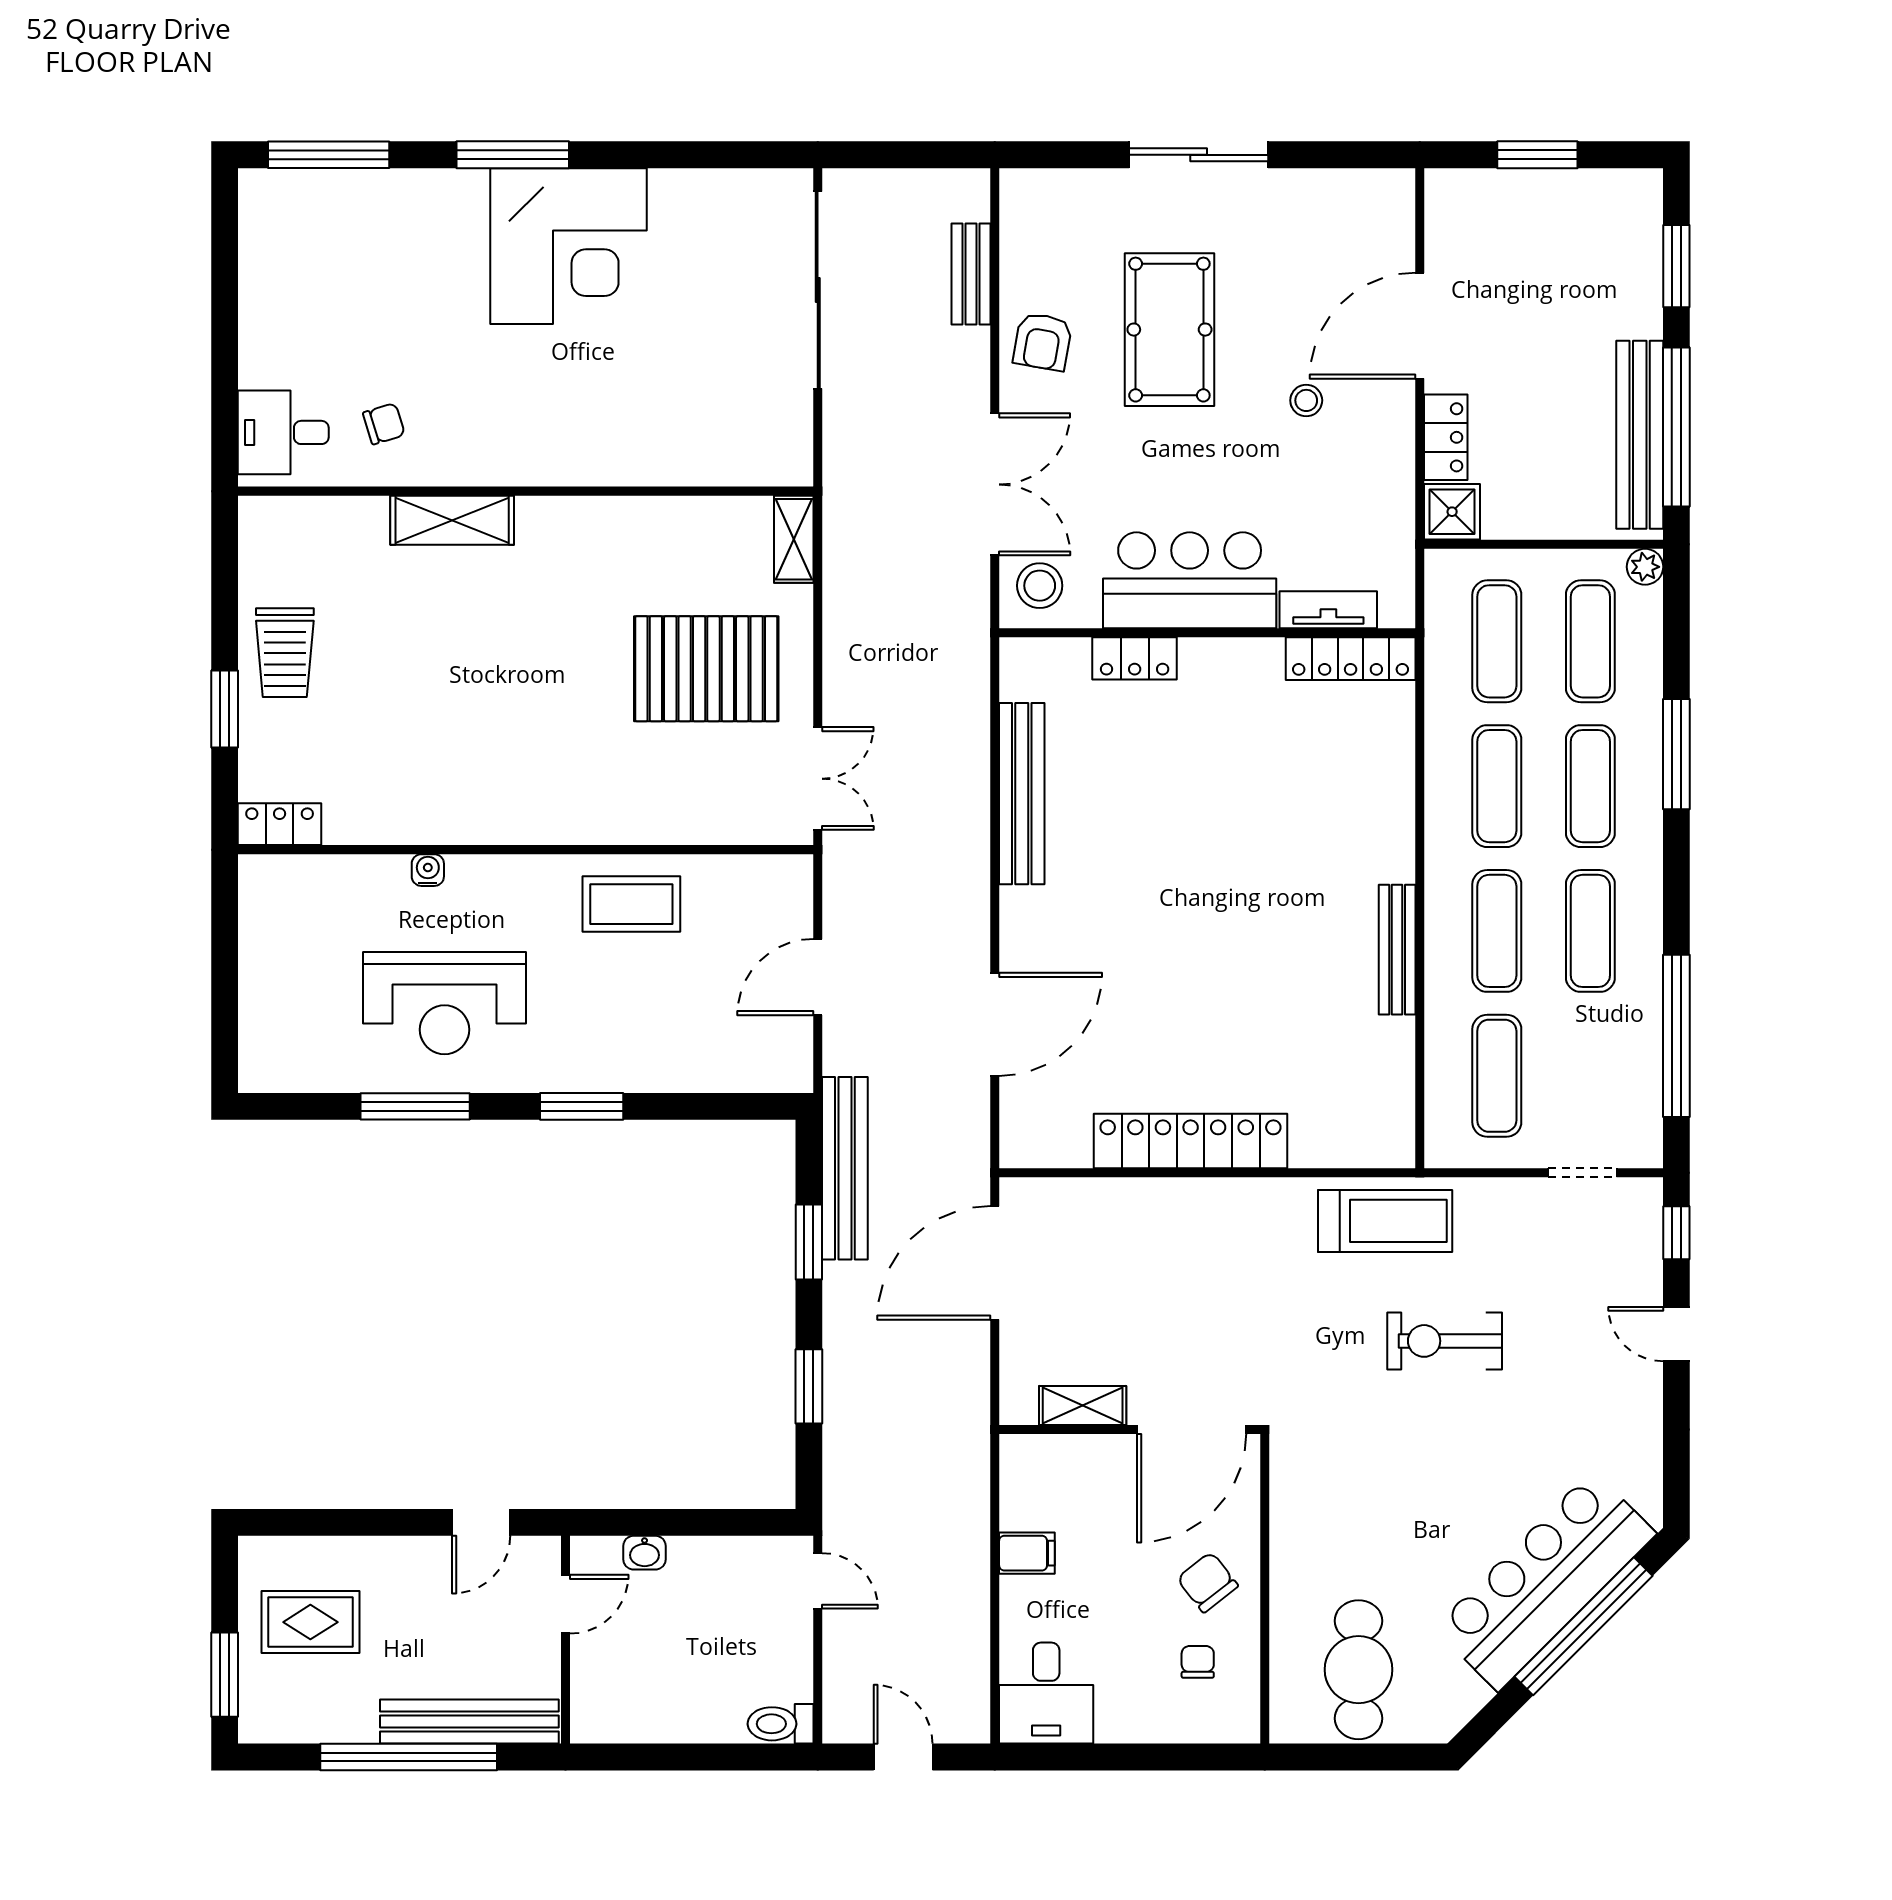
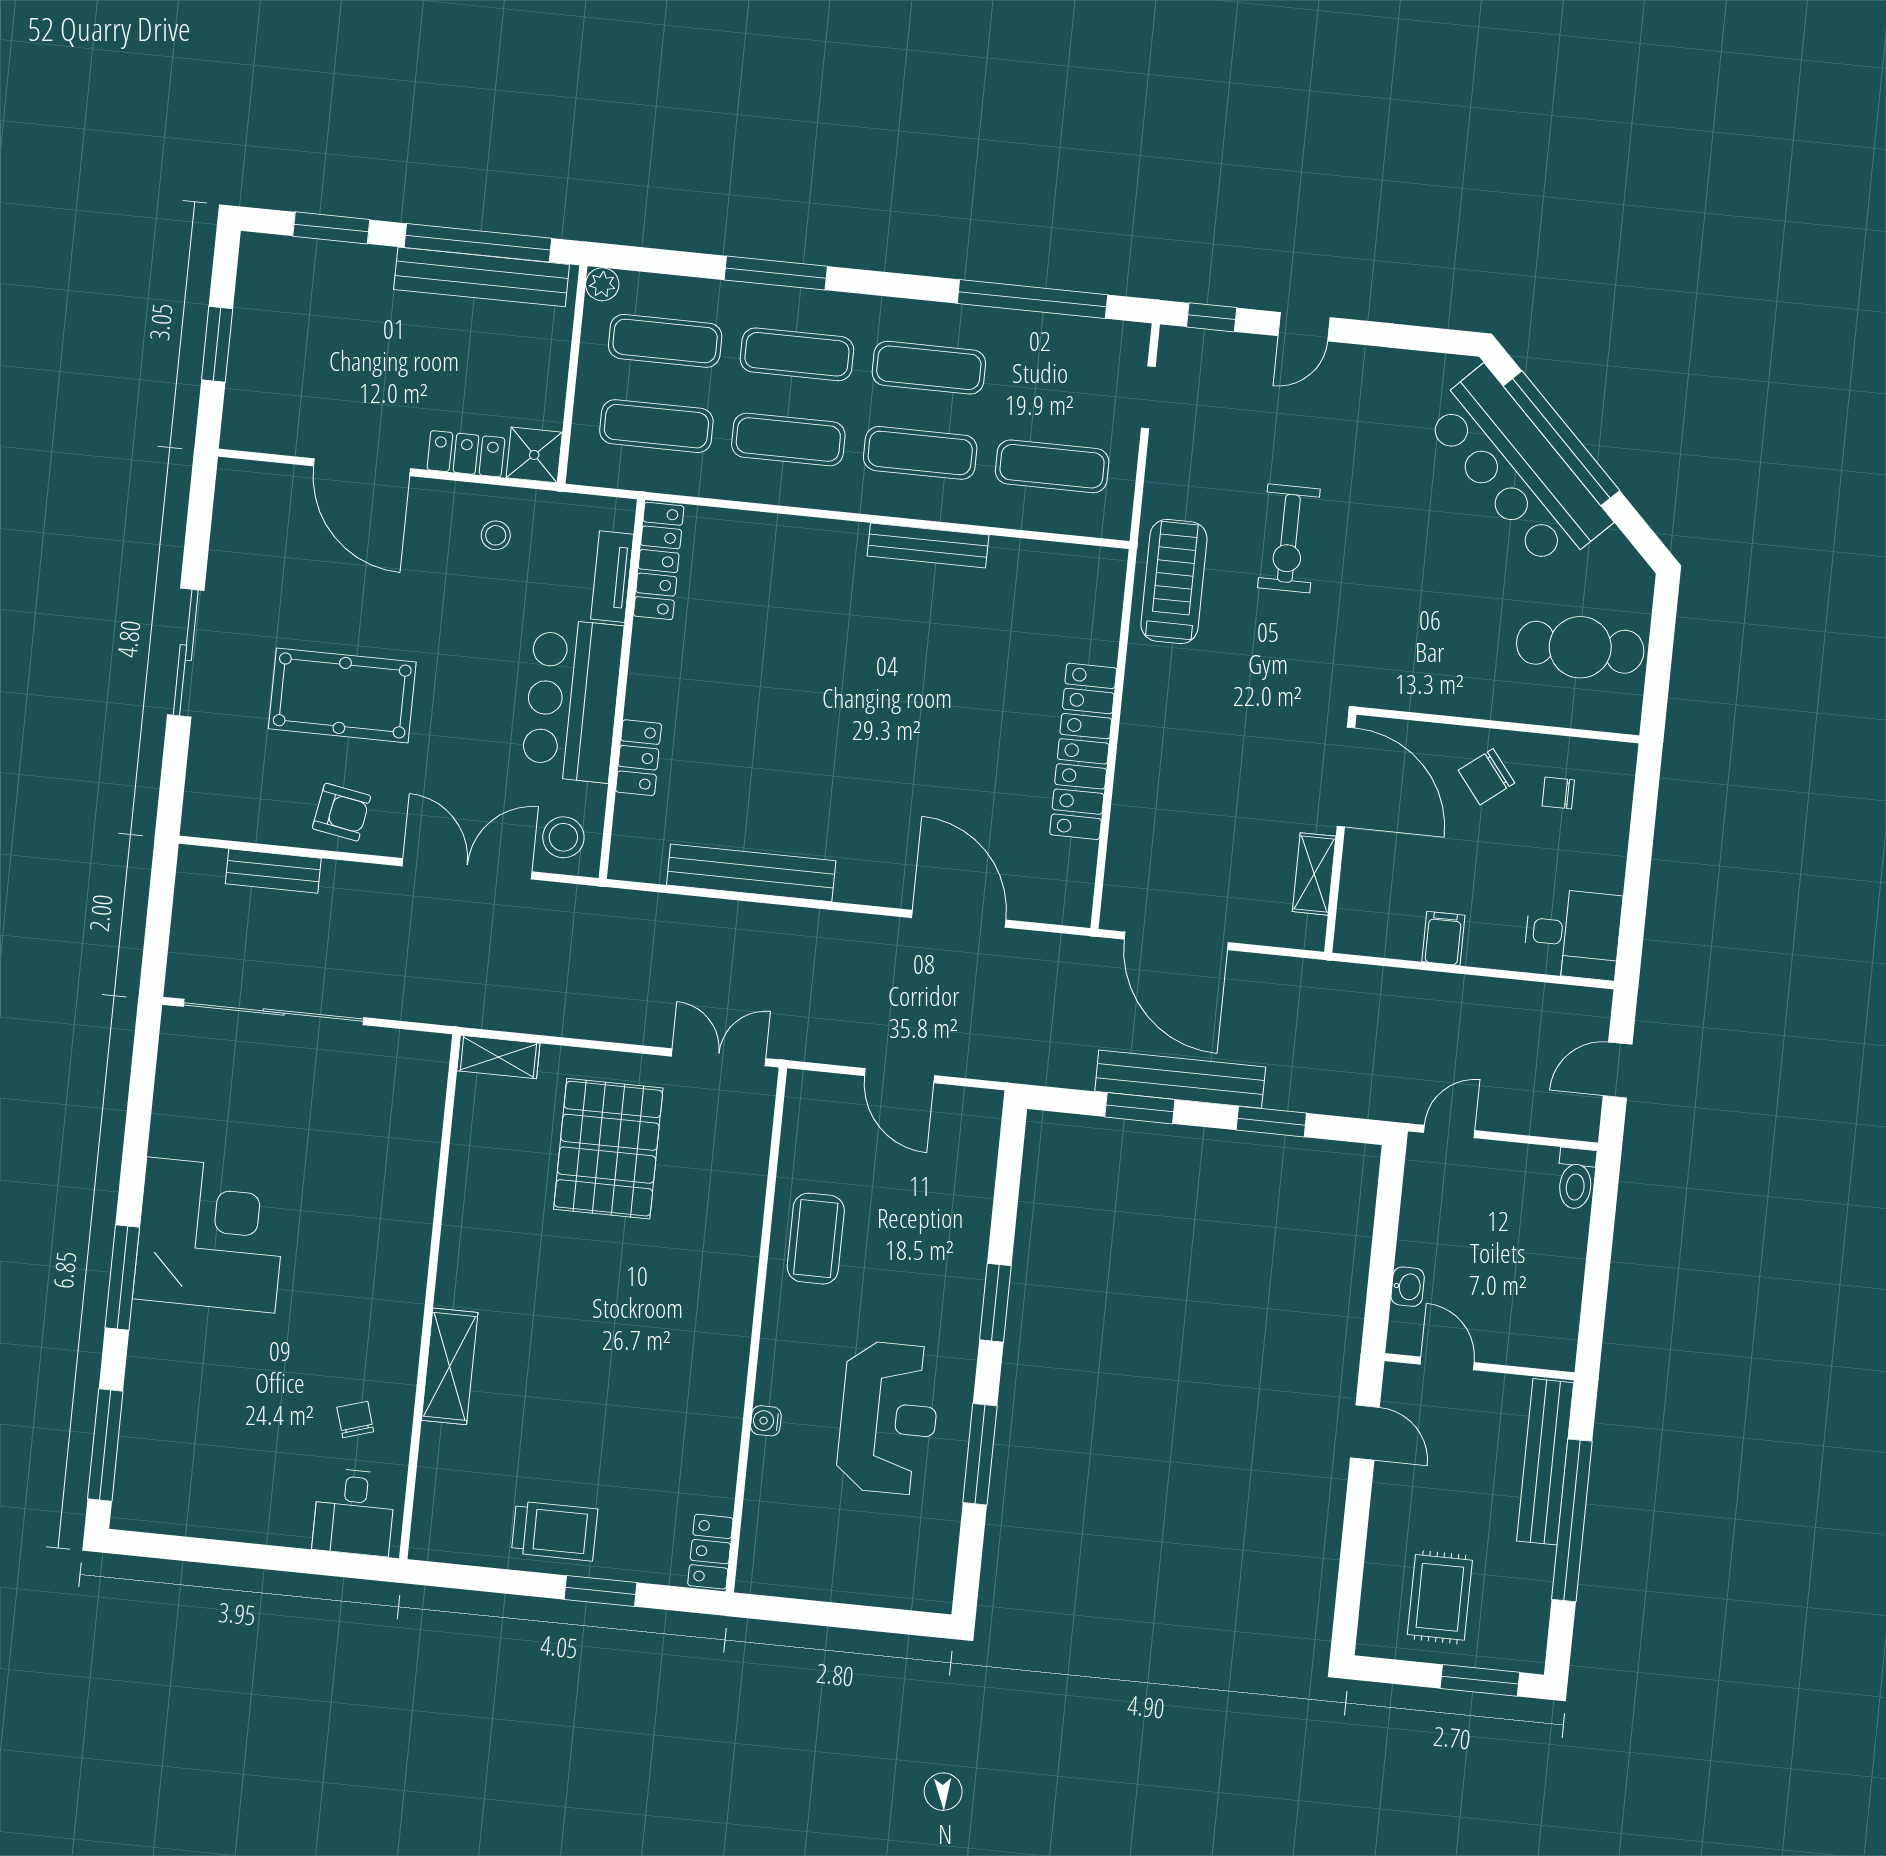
stool: (1306, 400) -> (496, 535), moved
bench: (845, 1168) -> (1180, 1079), moved

